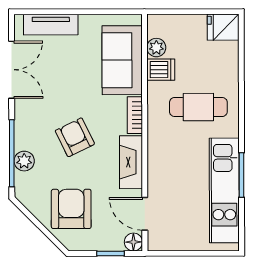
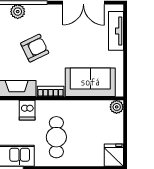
plant: (156, 48) -> (117, 107), moved
dishwasher: (161, 70) -> (27, 110), moved

